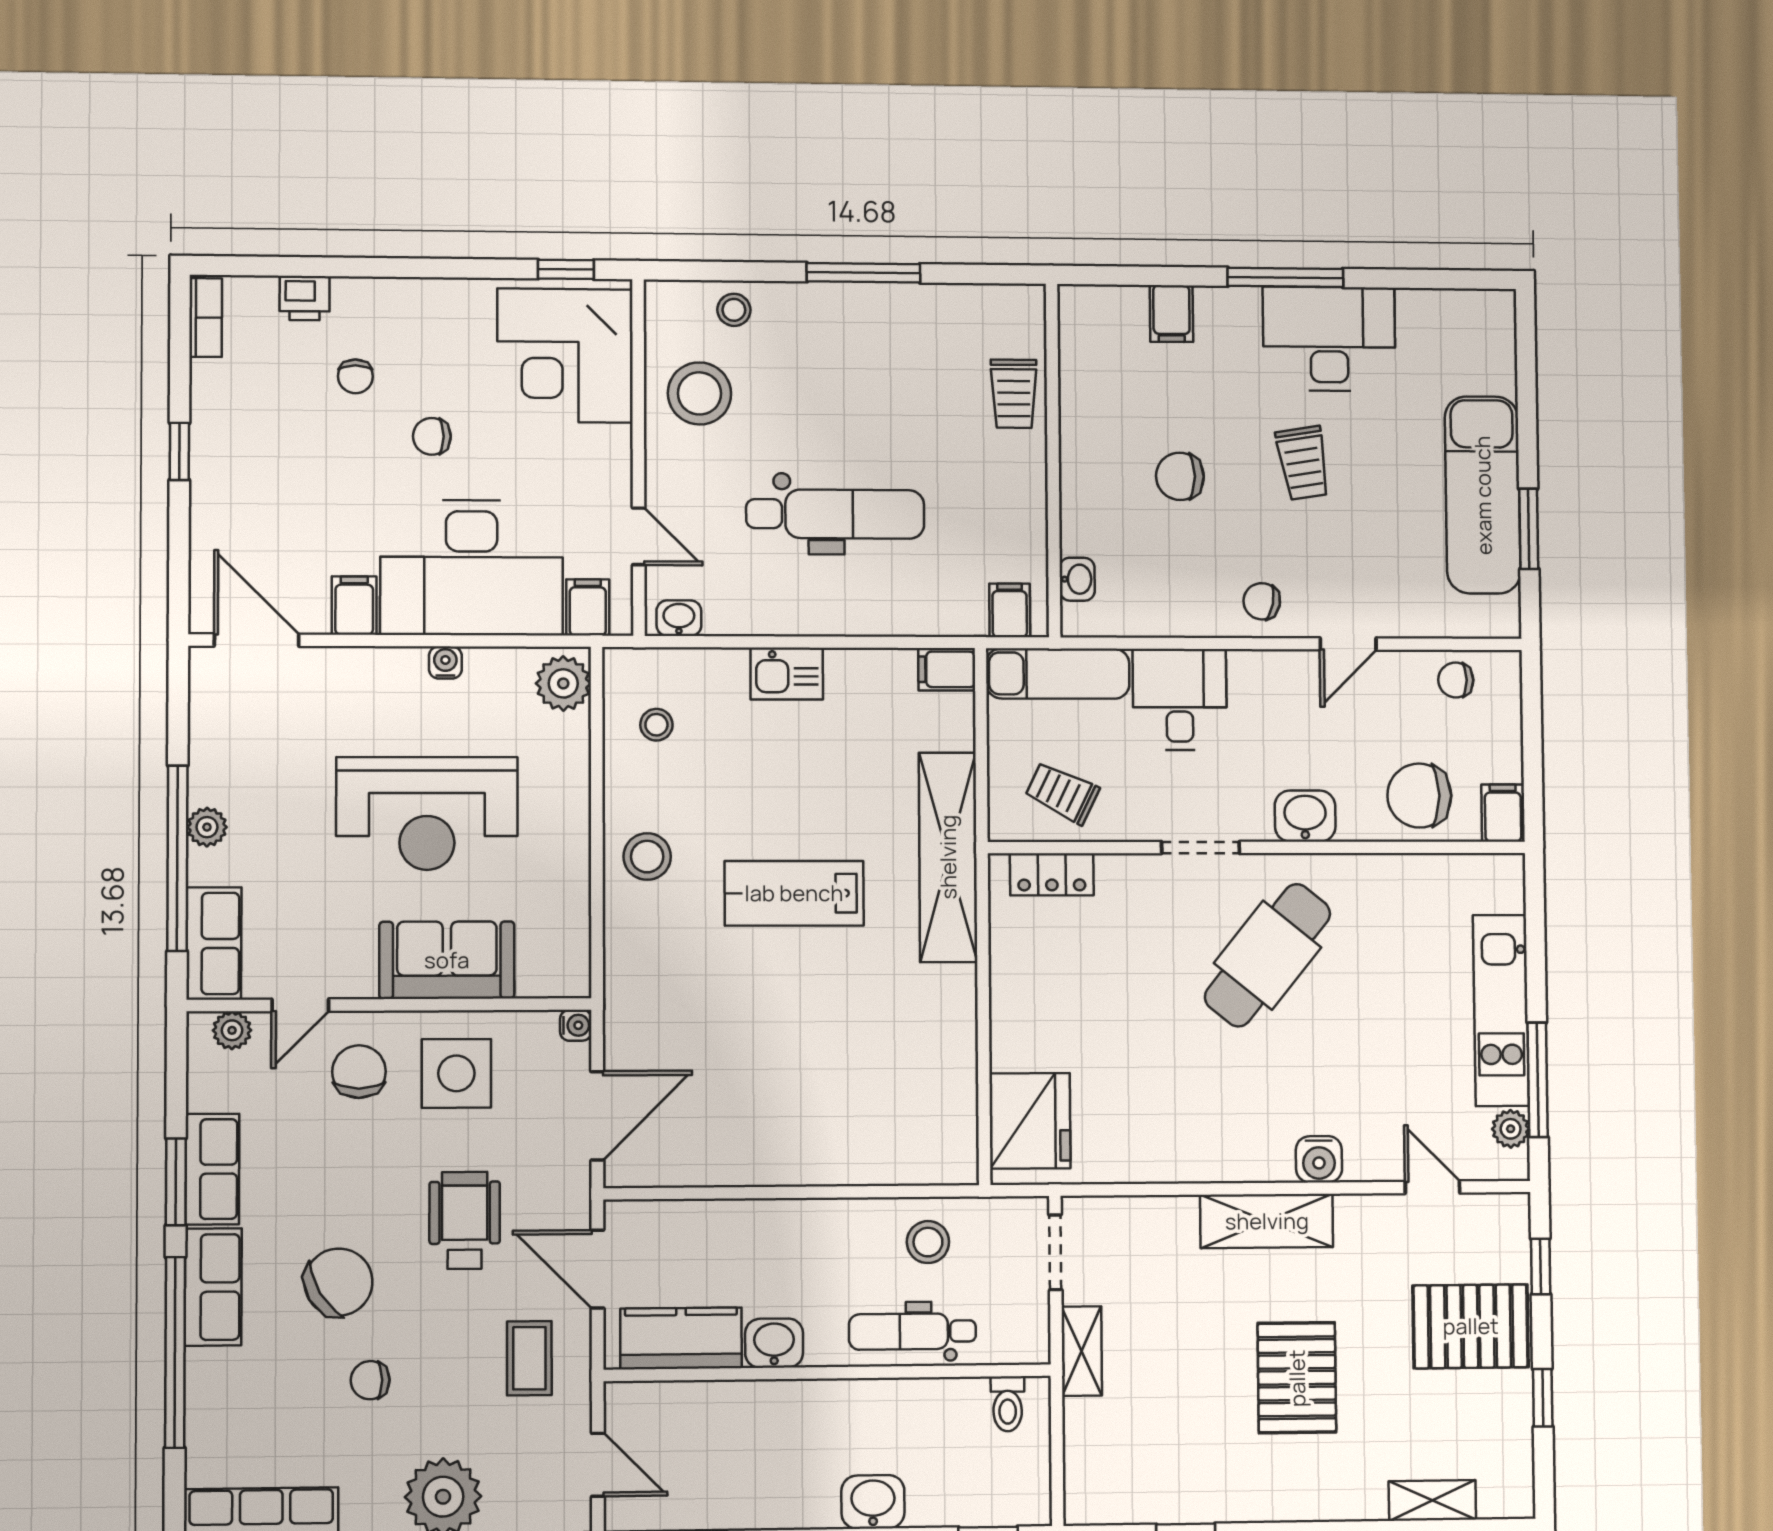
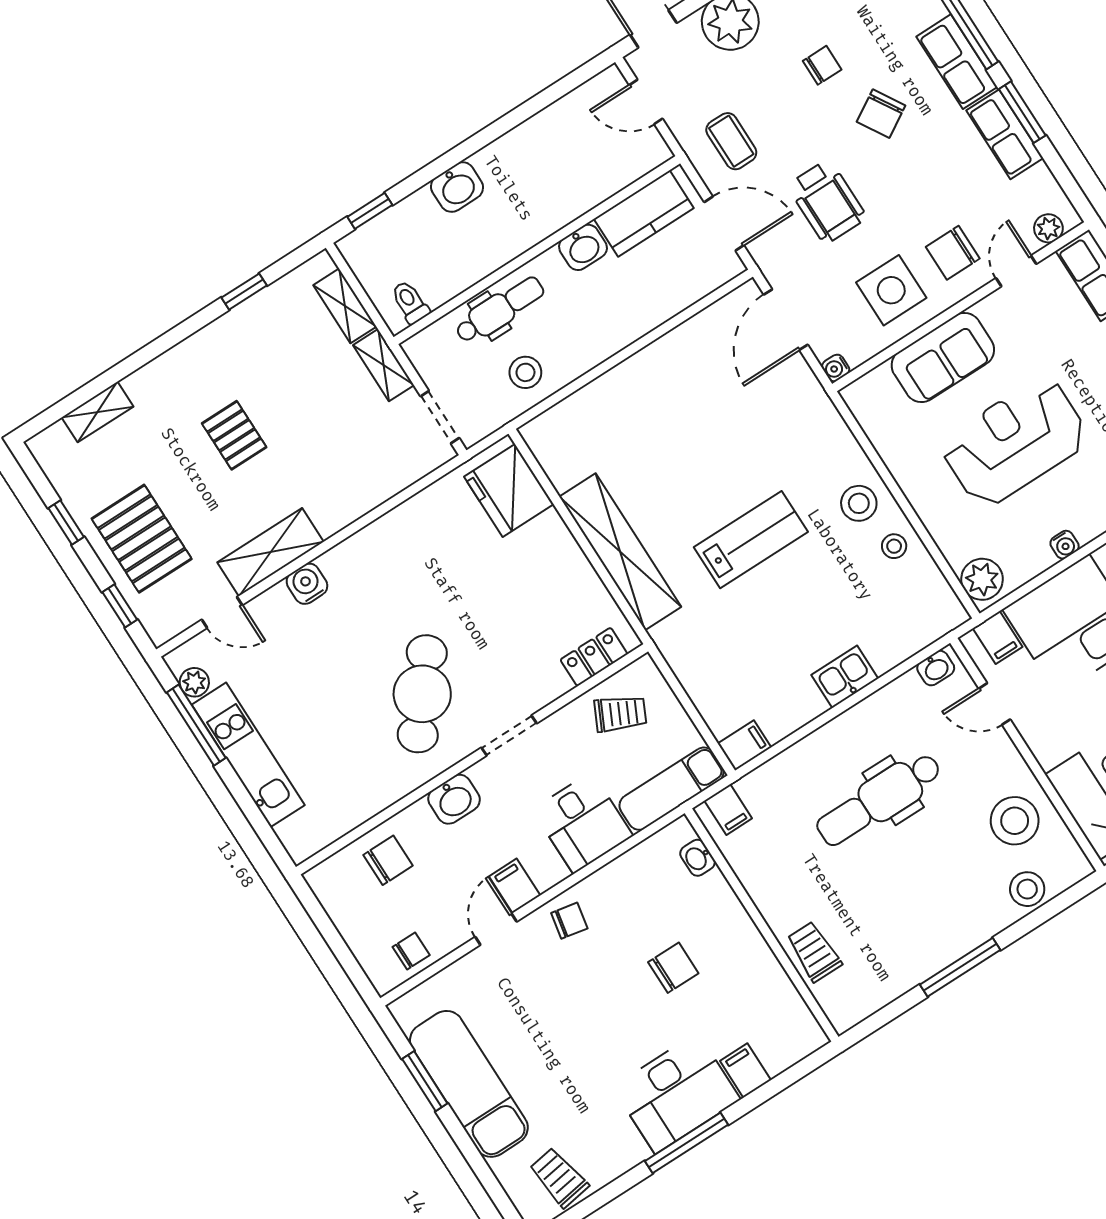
stool: (734, 310) -> (1027, 889), width x1.37, depth x1.37
desk: (1329, 339) -> (676, 1093), moved
trolley: (1303, 463) -> (559, 1177), moved
stool: (656, 725) -> (894, 546), moved
chair: (1419, 796) -> (388, 860), width x0.73, depth x0.73
filing cabinet: (1503, 813) -> (515, 886), moved, turned 180
shelving: (948, 857) -> (620, 552), moved
chair: (359, 1072) -> (953, 253), turned 90
shelving: (1267, 1221) -> (271, 552), moved
chair: (338, 1282) -> (881, 114), width x0.73, depth x0.73
pallet: (1471, 1326) -> (142, 539), turned 90
pallet: (1297, 1378) -> (234, 435), width x0.67, depth x0.71
shelving: (1083, 1446) -> (345, 306), added

